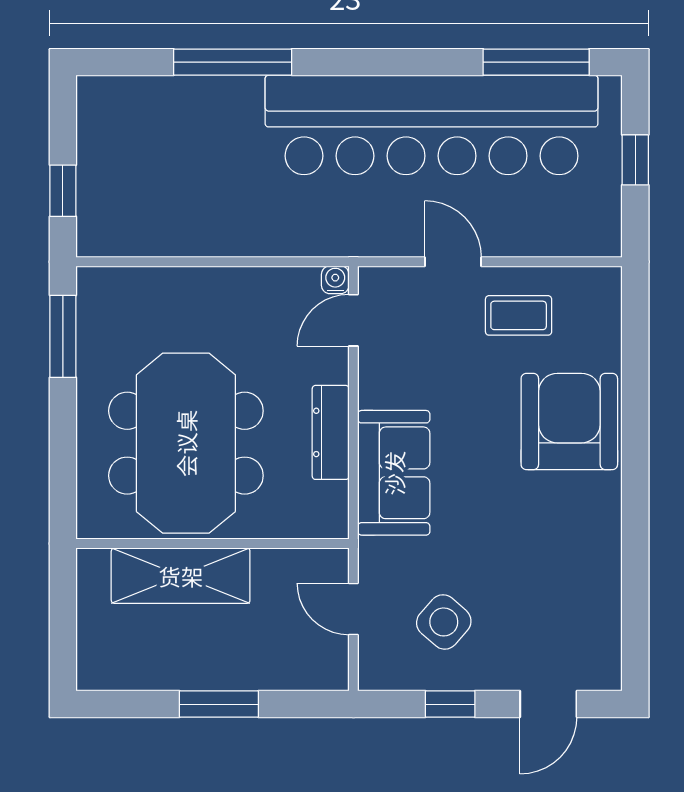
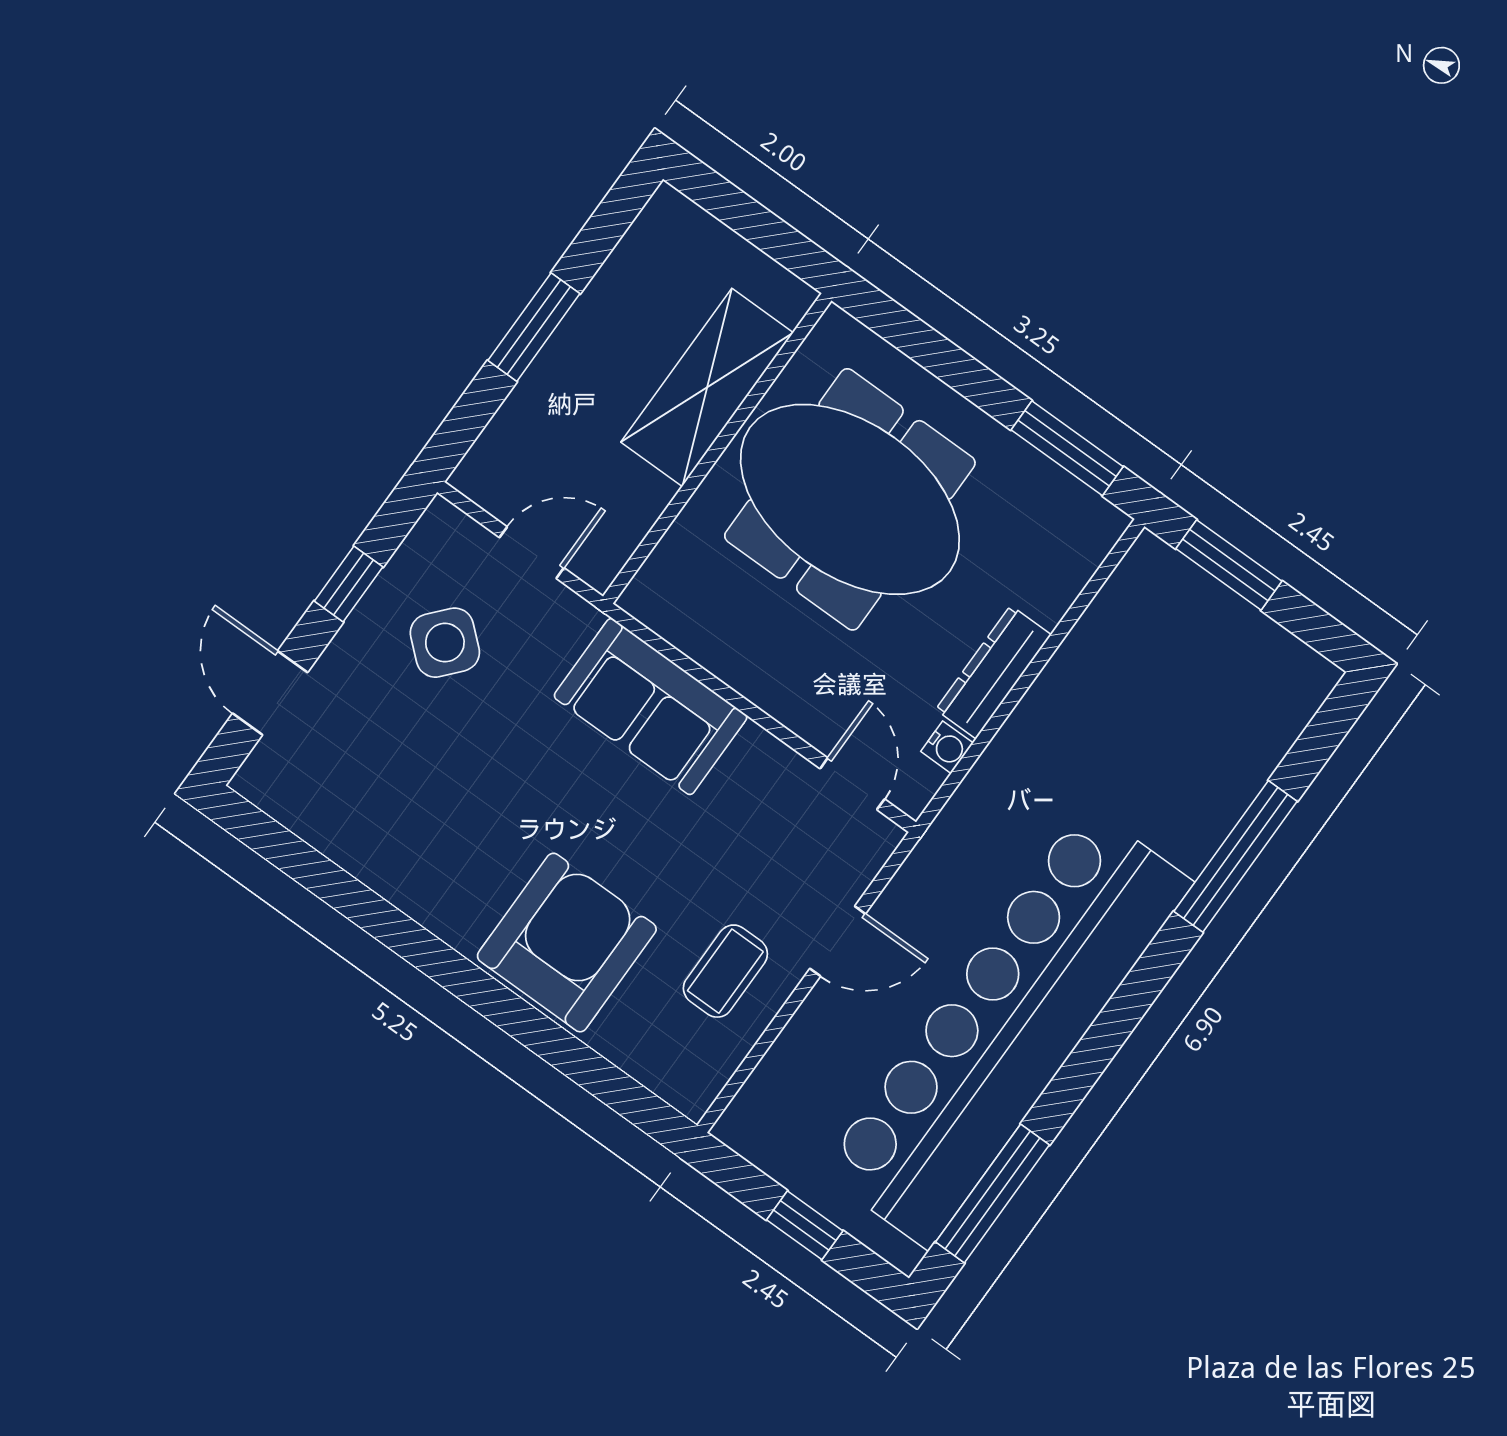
window: (63, 191) -> (1229, 565), width x1.50
water cooler: (335, 280) -> (947, 747), moved
armchair: (569, 422) -> (567, 943), turned -90
dresser: (331, 432) -> (993, 672), moved, turned -90

